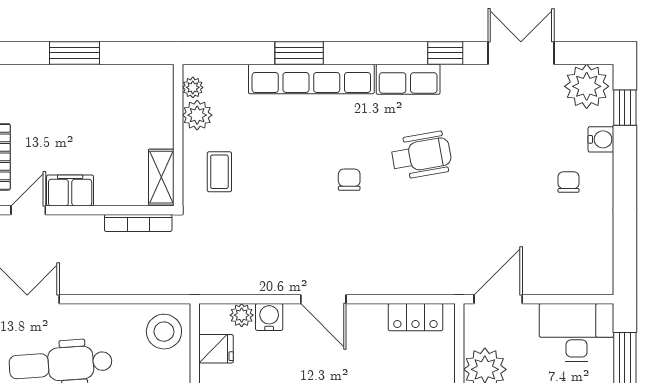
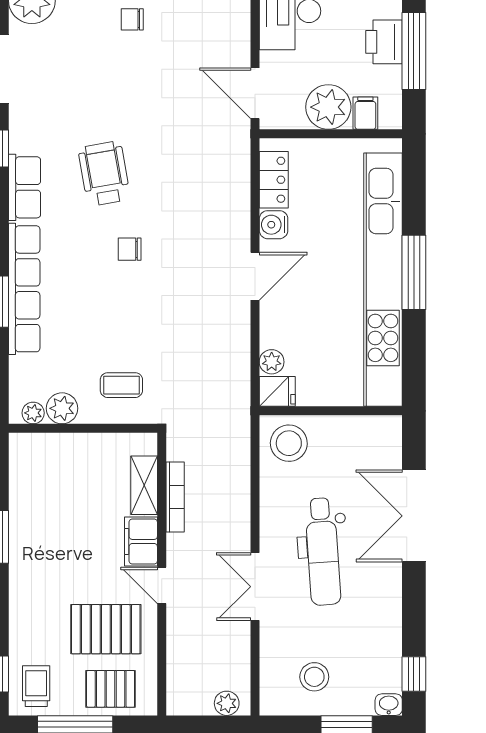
shelving: (161, 177) -> (144, 485), moved, turned 90
bookcase: (138, 223) -> (175, 497), moved
water cooler: (269, 317) -> (274, 225), moved
fridge: (216, 349) -> (277, 391), moved, turned 90

